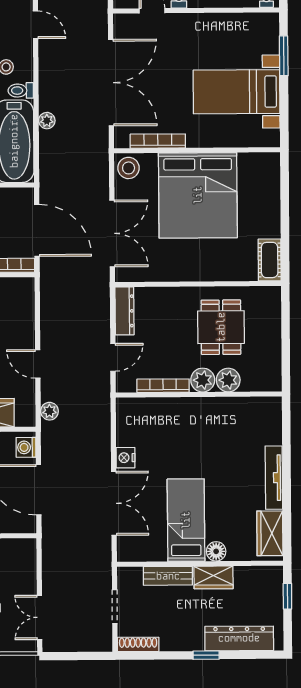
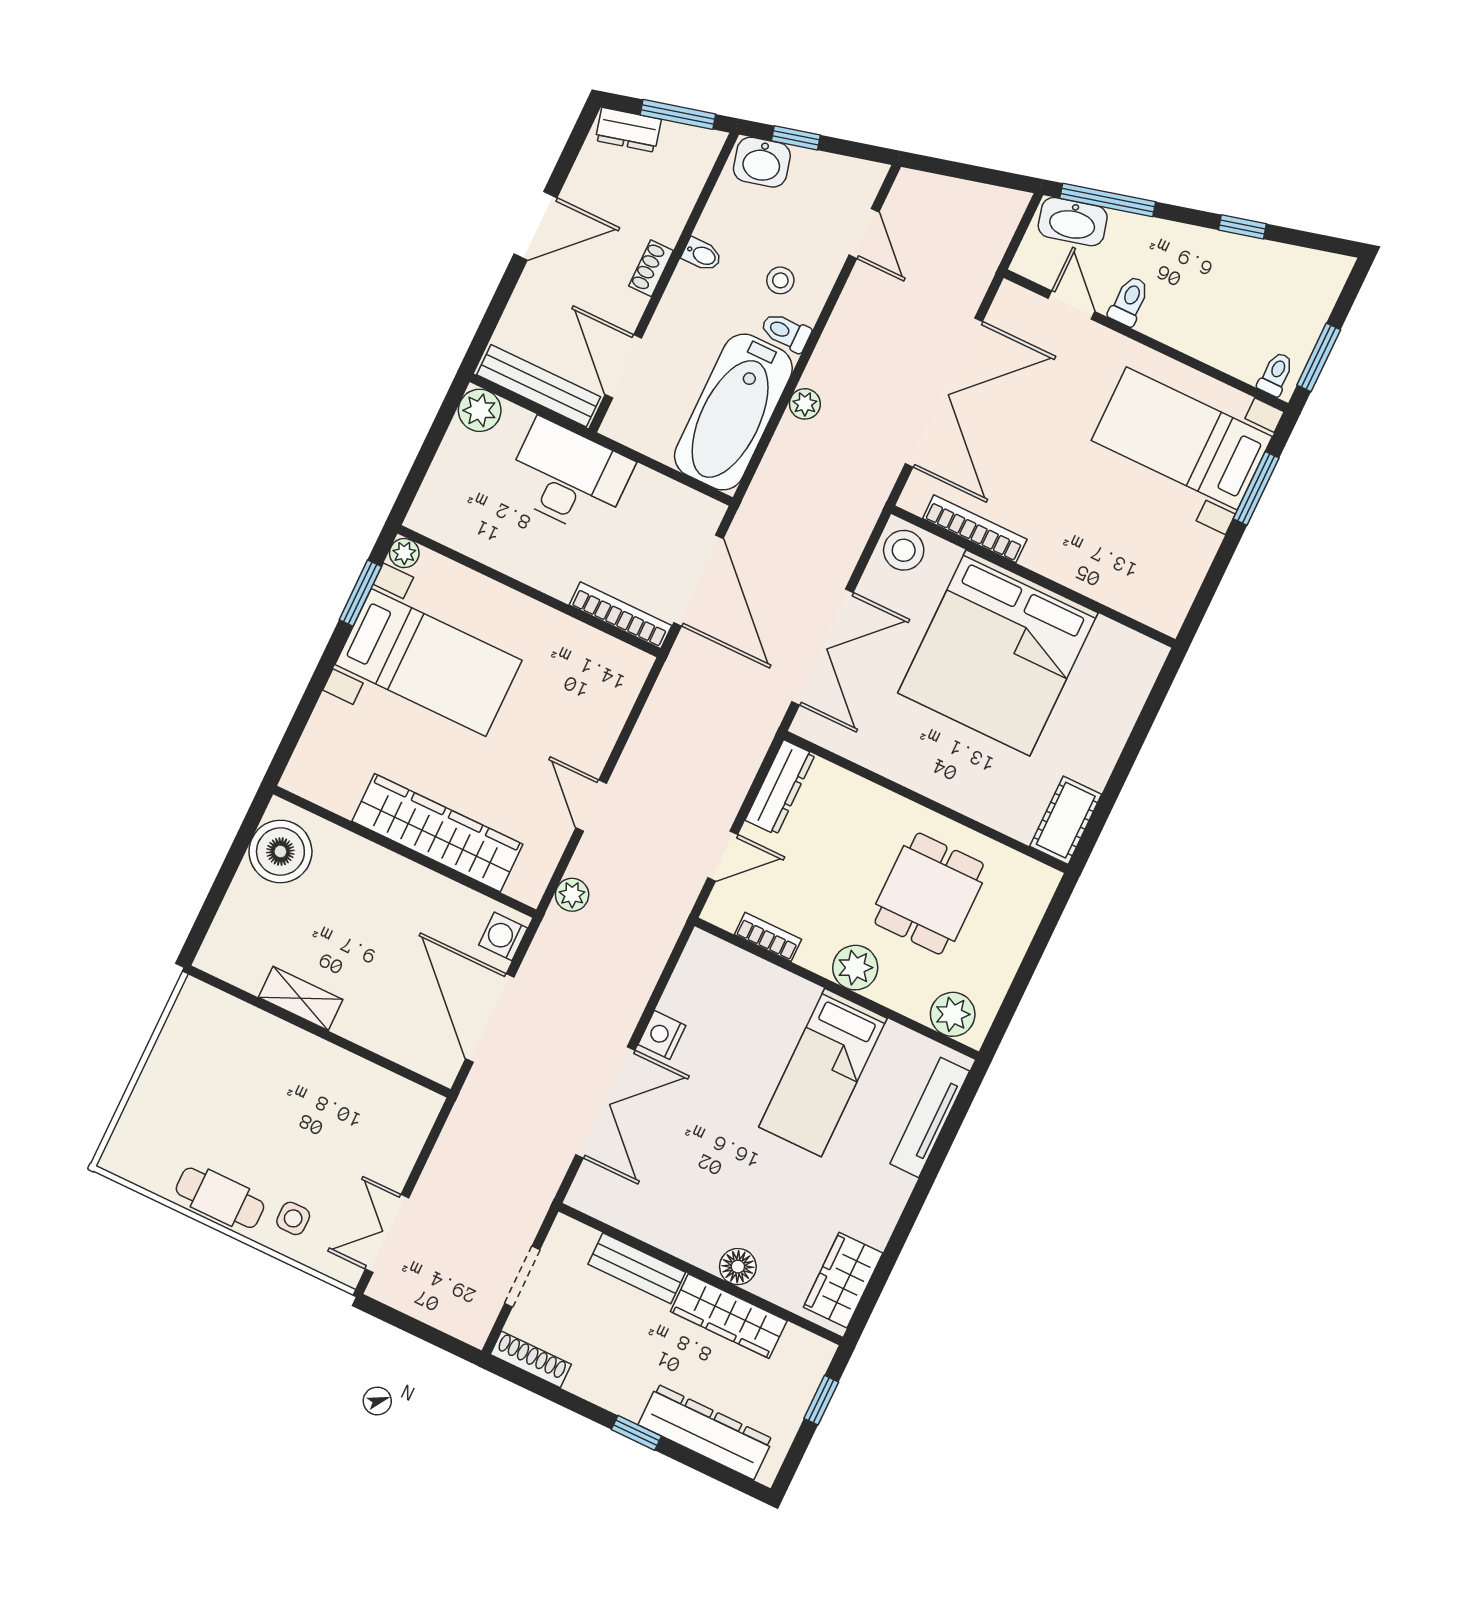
bed with nightstands: (237, 92) -> (1182, 438), moved
plant: (228, 380) -> (953, 1014), moved
bookcase: (163, 386) -> (768, 937), width x0.64
tv unit: (274, 478) -> (930, 1117), moved
bed: (186, 520) -> (823, 1073), moved, turned 180
wardrobe: (214, 577) -> (729, 1316), width x1.50

